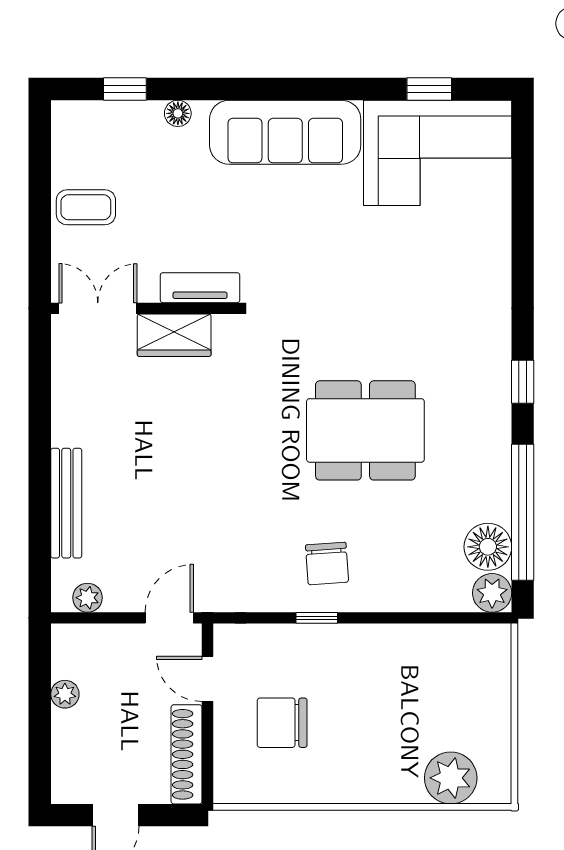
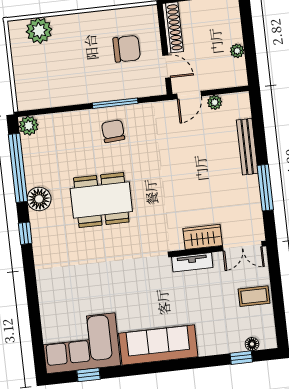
floor lamp: (178, 113) -> (252, 344), moved
window: (40, 419) -> (265, 188), added
floor lamp: (488, 547) -> (39, 199), moved
plant: (87, 598) -> (215, 102), moved
window: (317, 618) -> (115, 103), width x2.17

